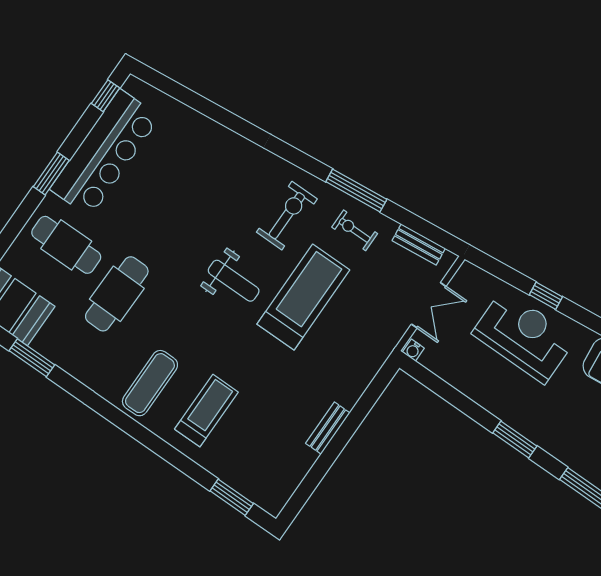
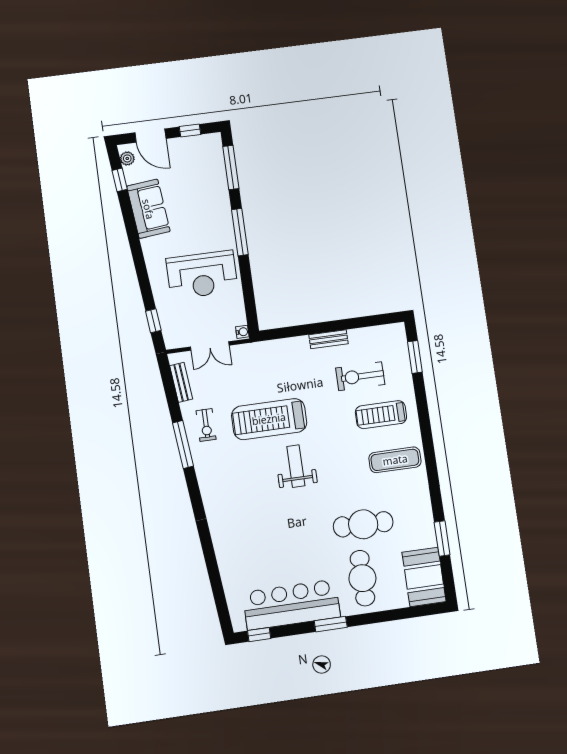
exercise bike: (287, 216) -> (360, 376), moved
window: (546, 296) -> (153, 321), moved
double door: (429, 305) -> (210, 346), swing flipped
reception desk: (524, 336) -> (202, 275), moved, turned -90
window: (515, 439) -> (240, 232), width x1.44

